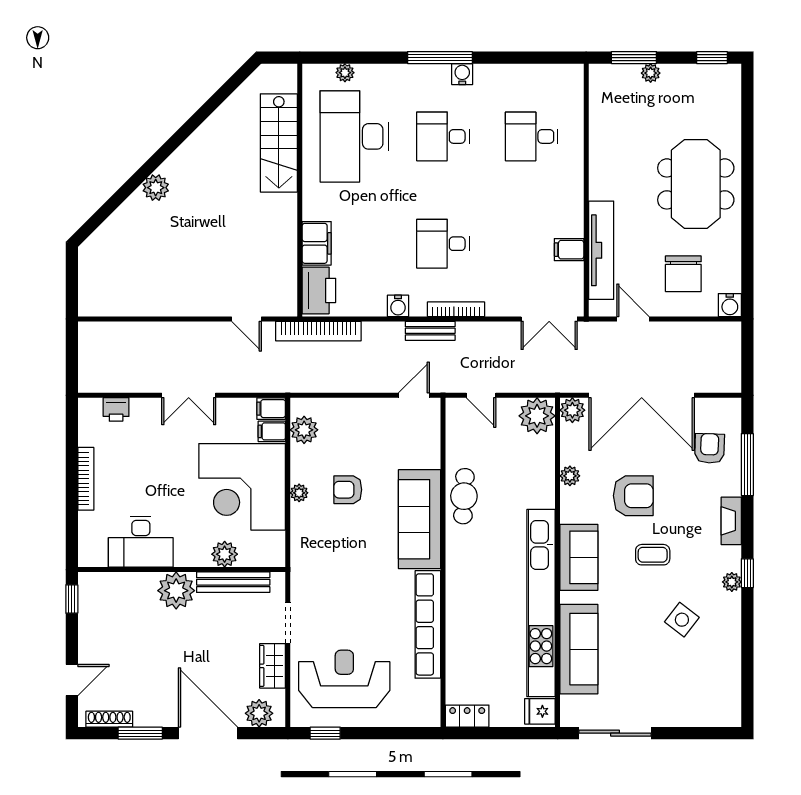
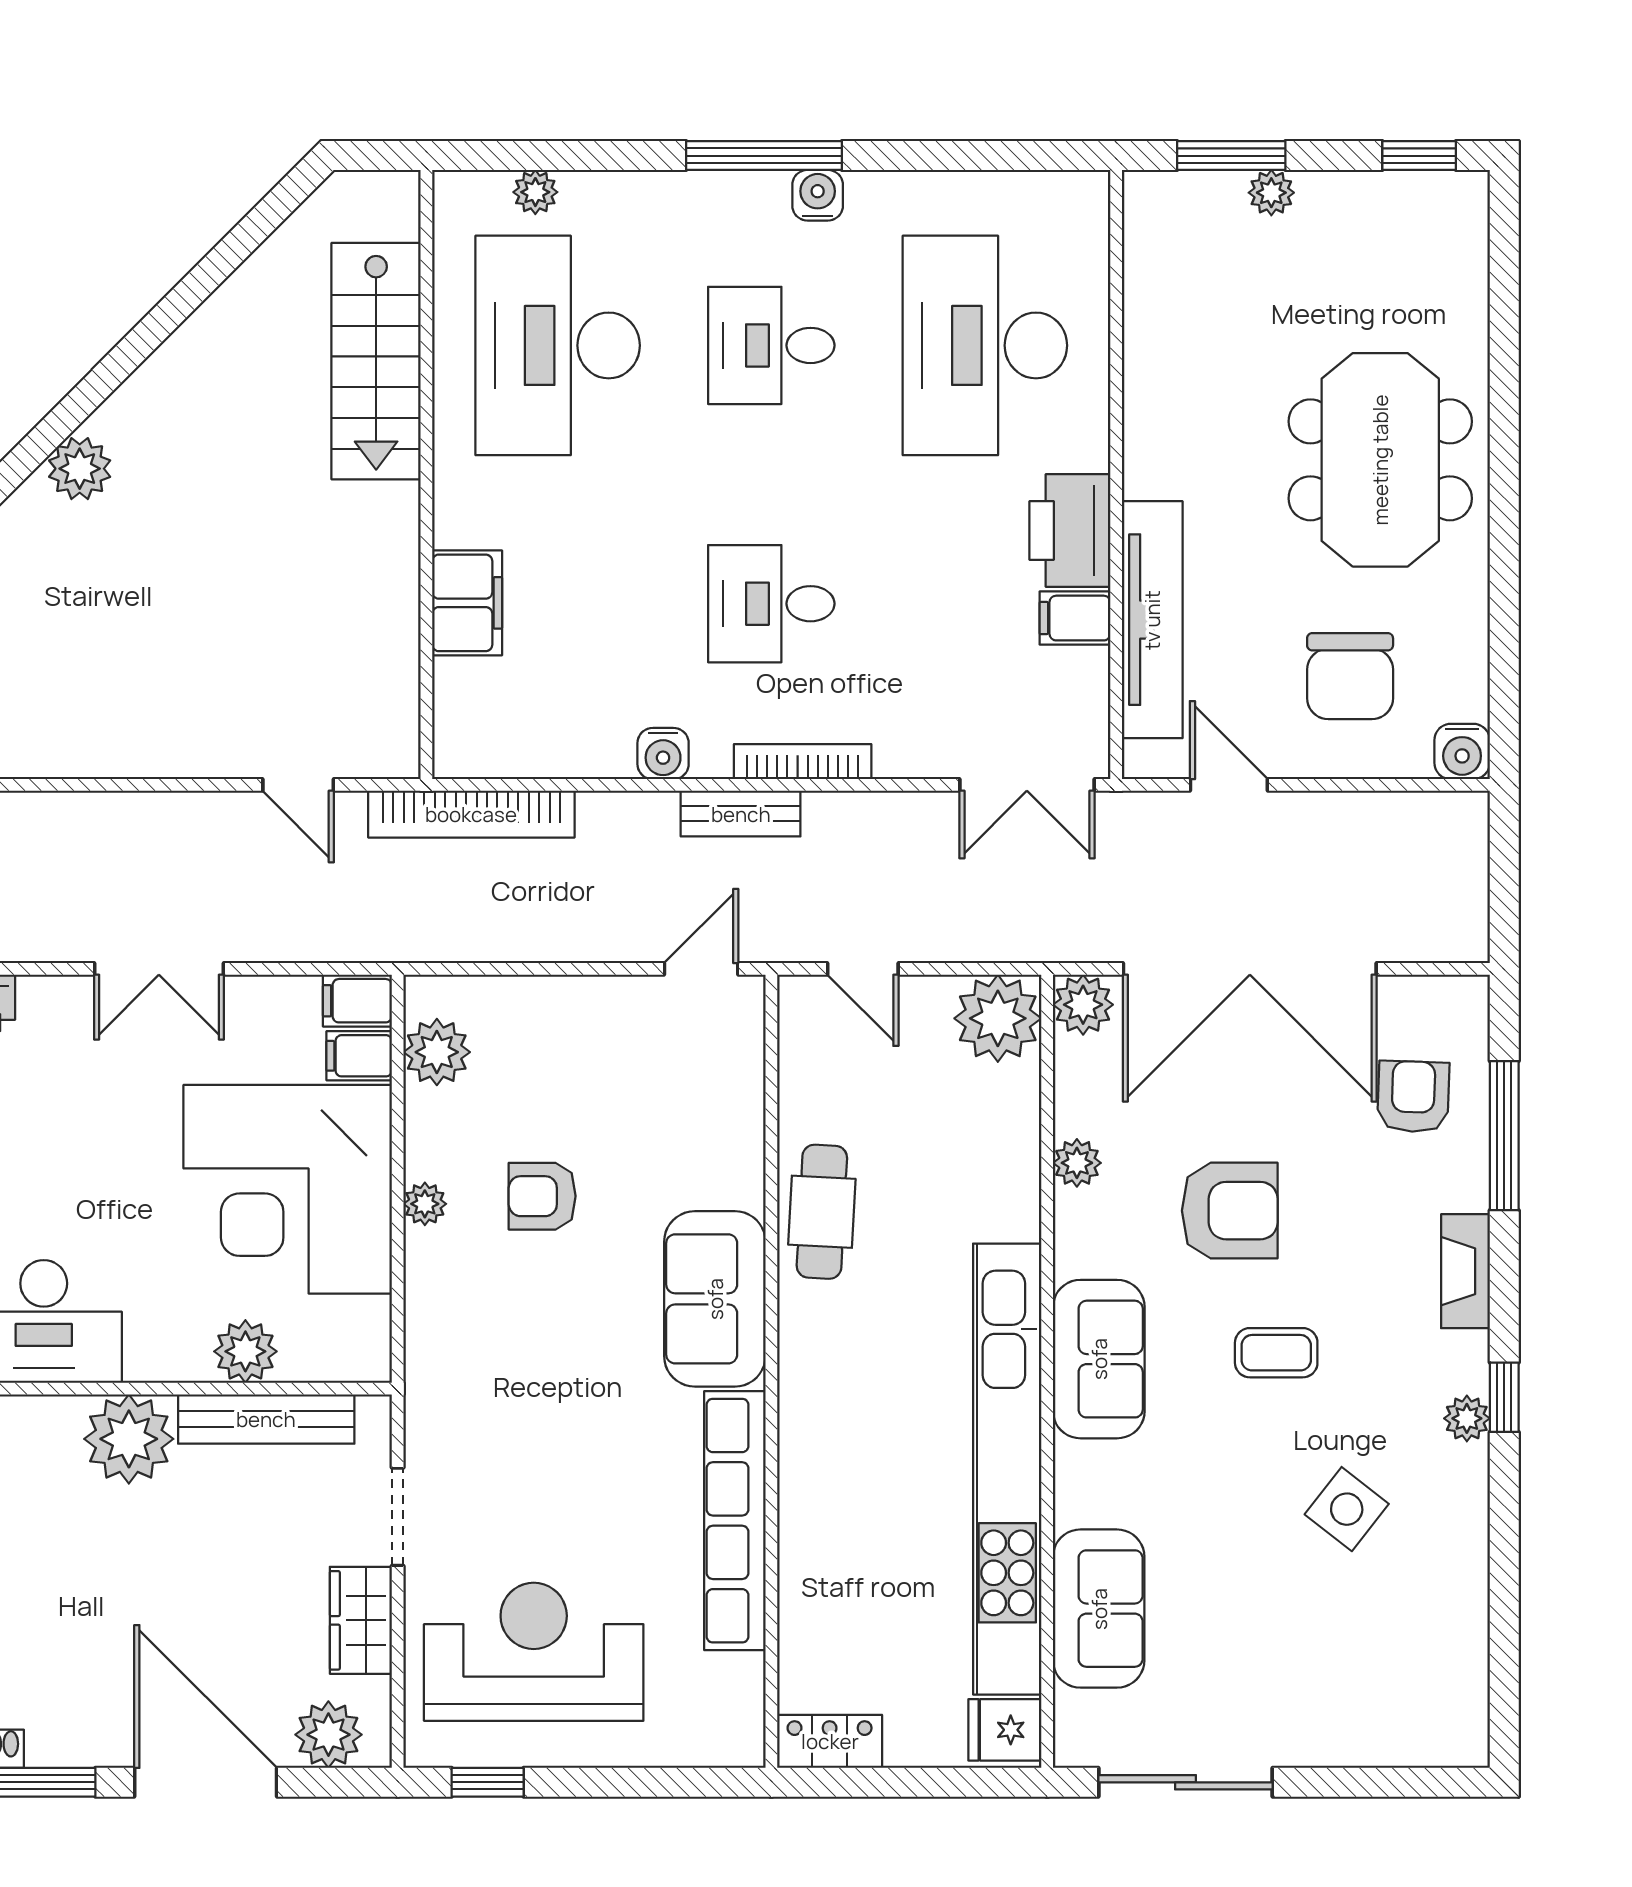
desk: (532, 136) -> (985, 345), width x1.87, depth x1.30
printer: (319, 290) -> (1070, 530), moved, turned 180
sofa: (420, 519) -> (715, 1299), width x0.73
sofa: (579, 649) -> (1099, 1609), width x0.73

